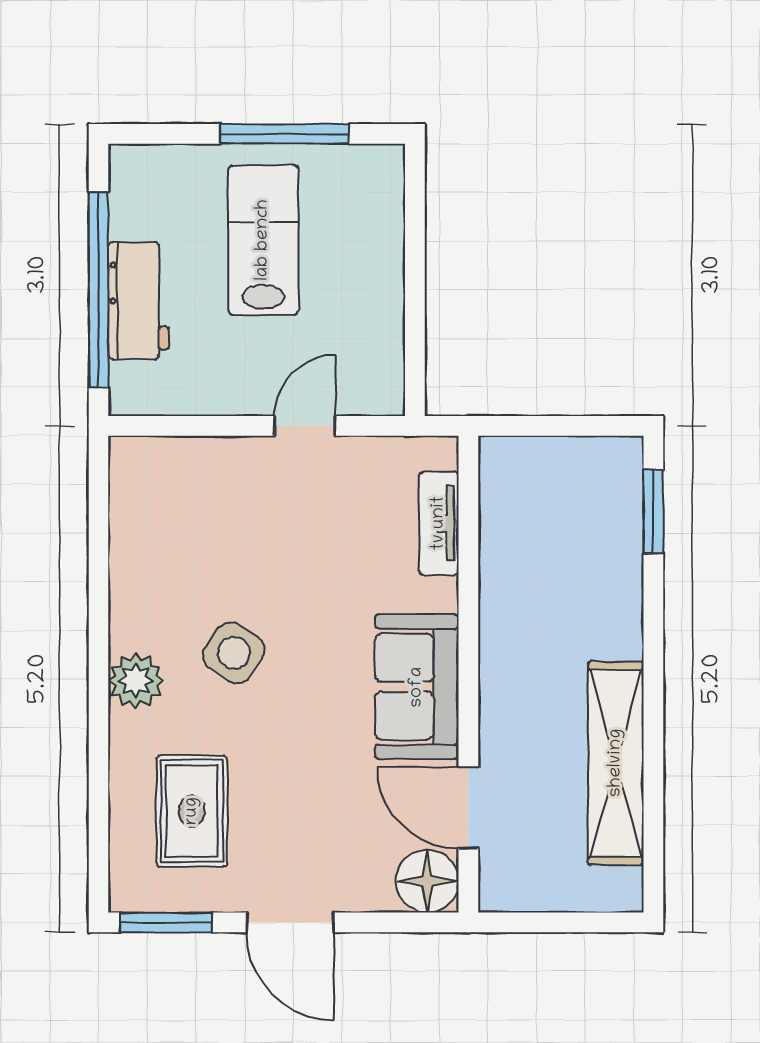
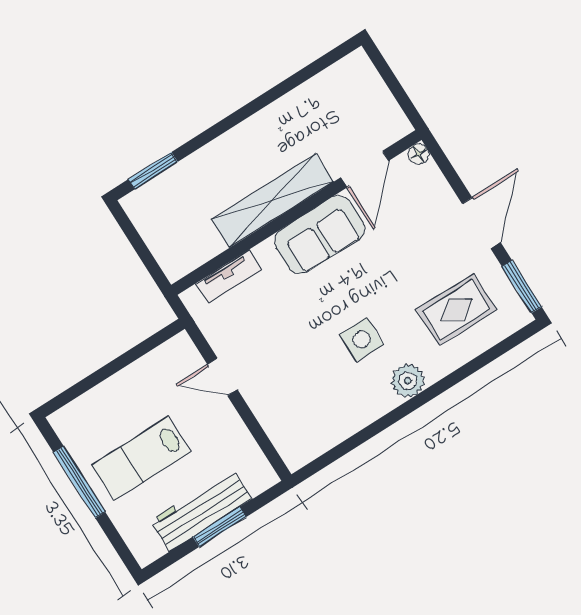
window: (98, 290) -> (220, 527), width x0.47
workbench: (138, 301) -> (201, 510), width x1.37
side table: (234, 653) -> (362, 339), turned -34
shelving: (616, 763) -> (273, 201), moved
floor lamp: (427, 881) -> (419, 154), width x0.53, depth x0.53

